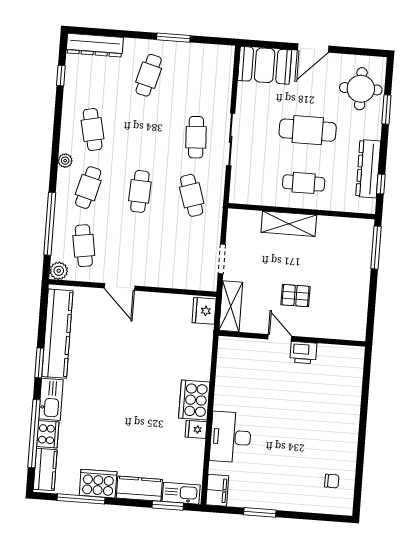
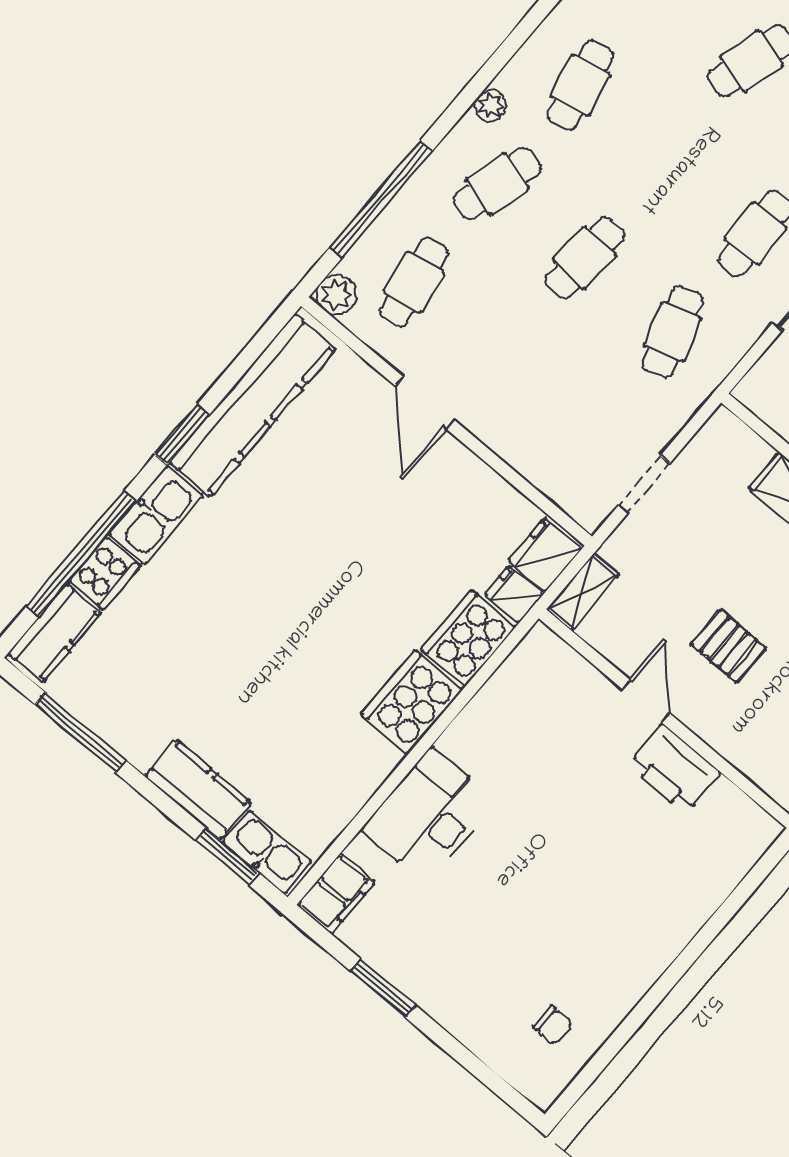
shelving: (231, 306) -> (583, 592), width x0.67, depth x0.75
printer: (303, 353) -> (674, 769), width x1.37, depth x1.19
fridge: (196, 429) -> (514, 595), moved
cooker: (98, 484) -> (468, 638), moved, turned -90

